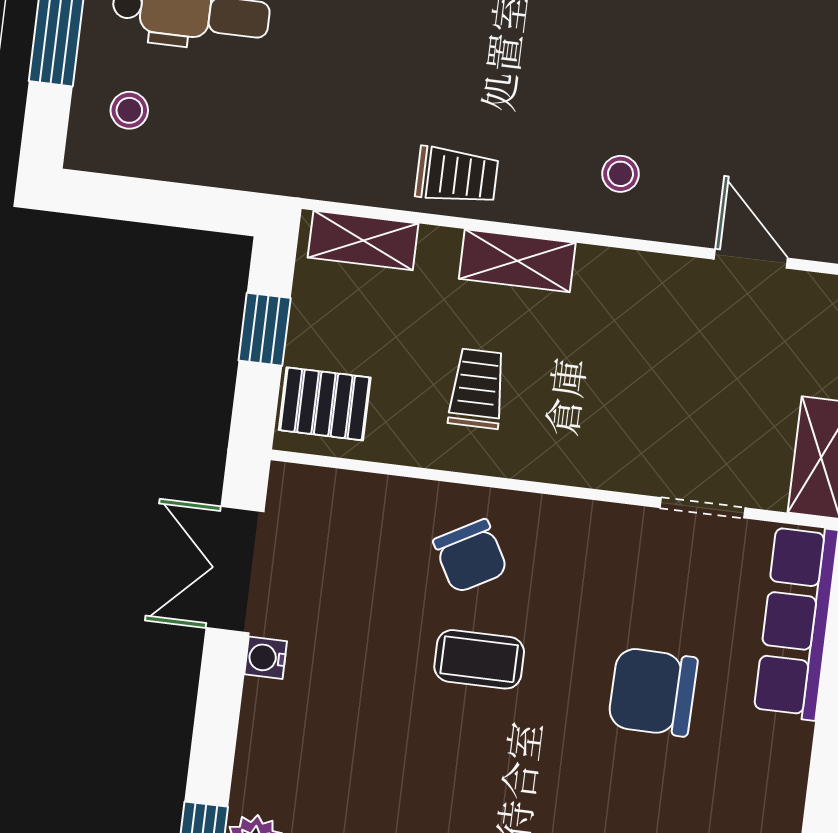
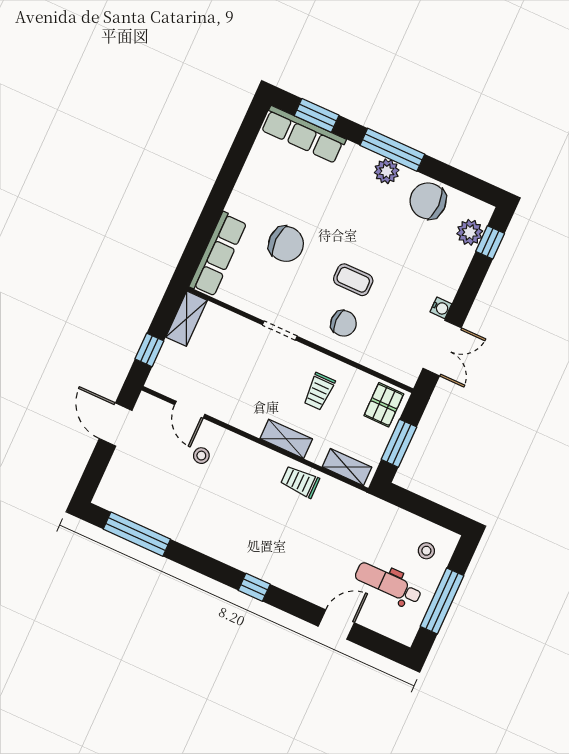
stool: (621, 174) -> (201, 456), moved
window: (265, 329) -> (399, 443), width x1.50
pallet: (325, 404) -> (384, 405), turned 90
doorway: (702, 508) -> (280, 331), moved
chair: (470, 556) -> (344, 323), turned 119

